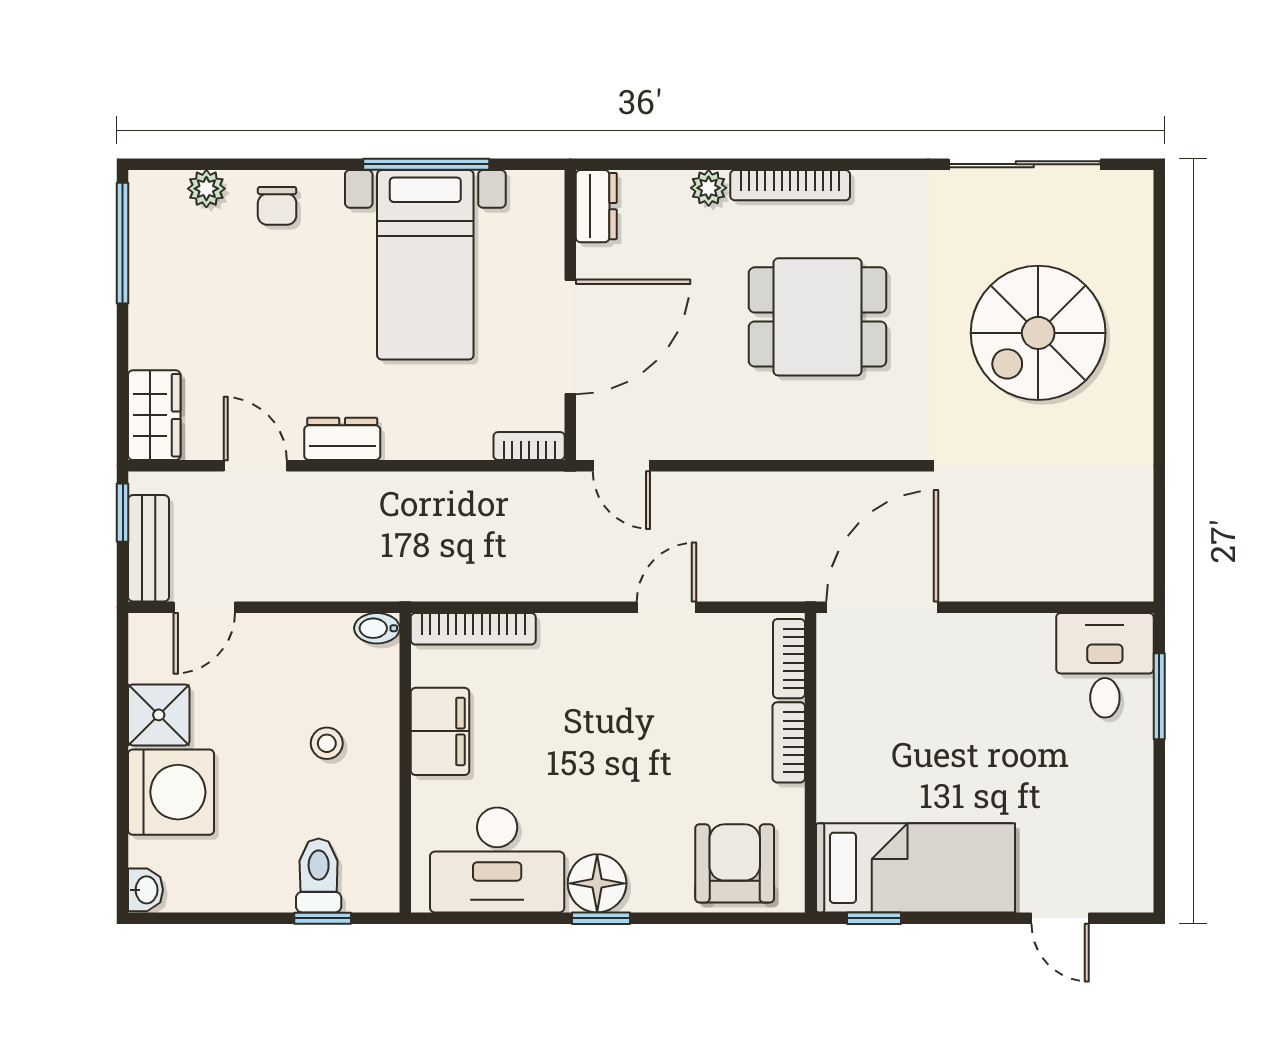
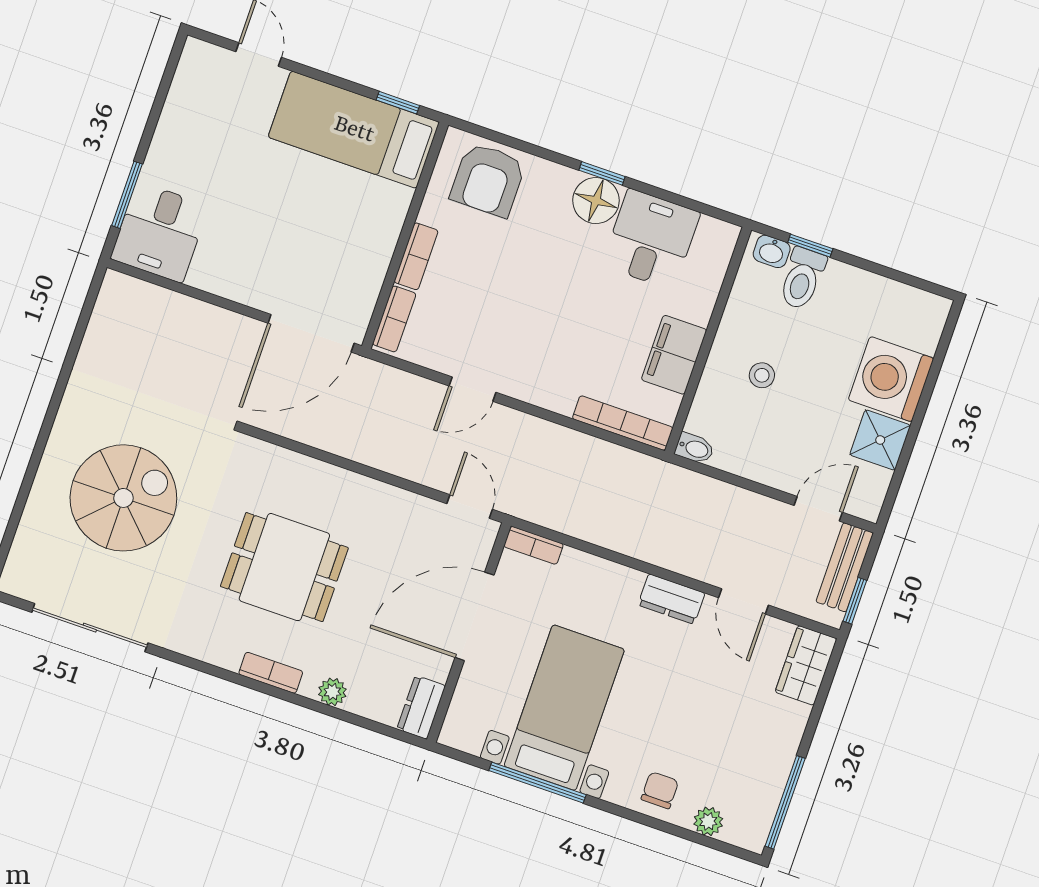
bookcase: (790, 185) -> (271, 673), width x0.64
desk: (497, 860) -> (651, 239), width x0.73
washbasin: (146, 890) -> (772, 251), moved, turned -90

